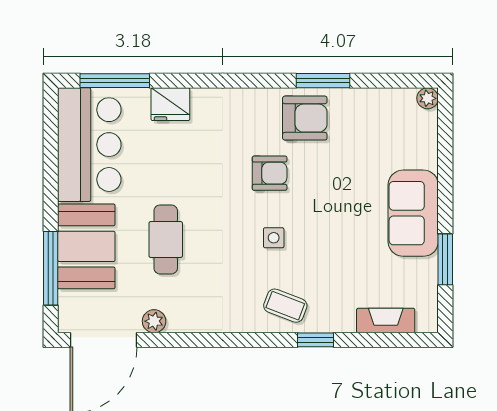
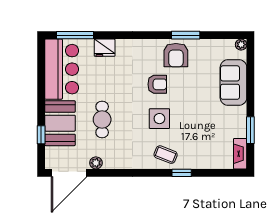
armchair: (305, 118) -> (176, 55), turned 90
sofa: (413, 213) -> (233, 83), moved
side table: (274, 238) -> (159, 119), width x1.87, depth x1.87
window: (51, 268) -> (41, 135), width x0.46
fireplace: (386, 320) -> (240, 154), moved, turned -90

